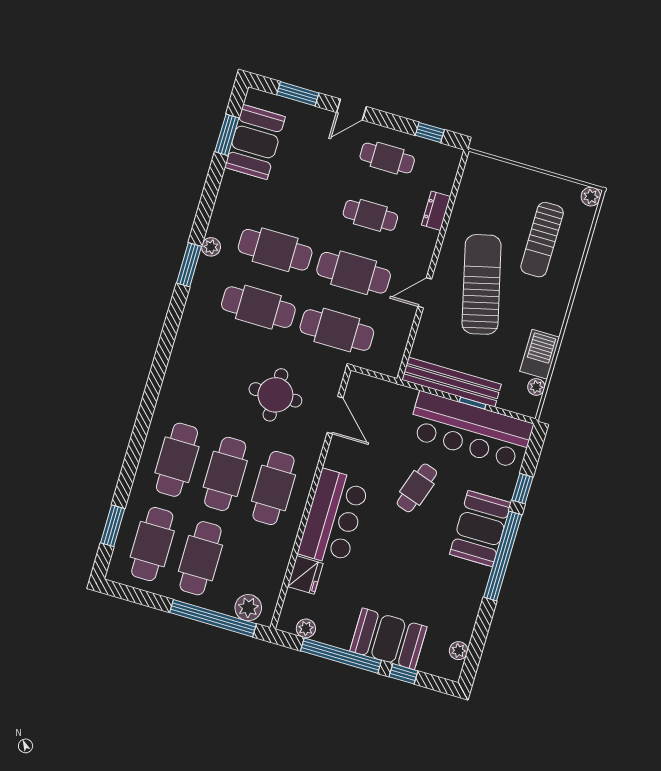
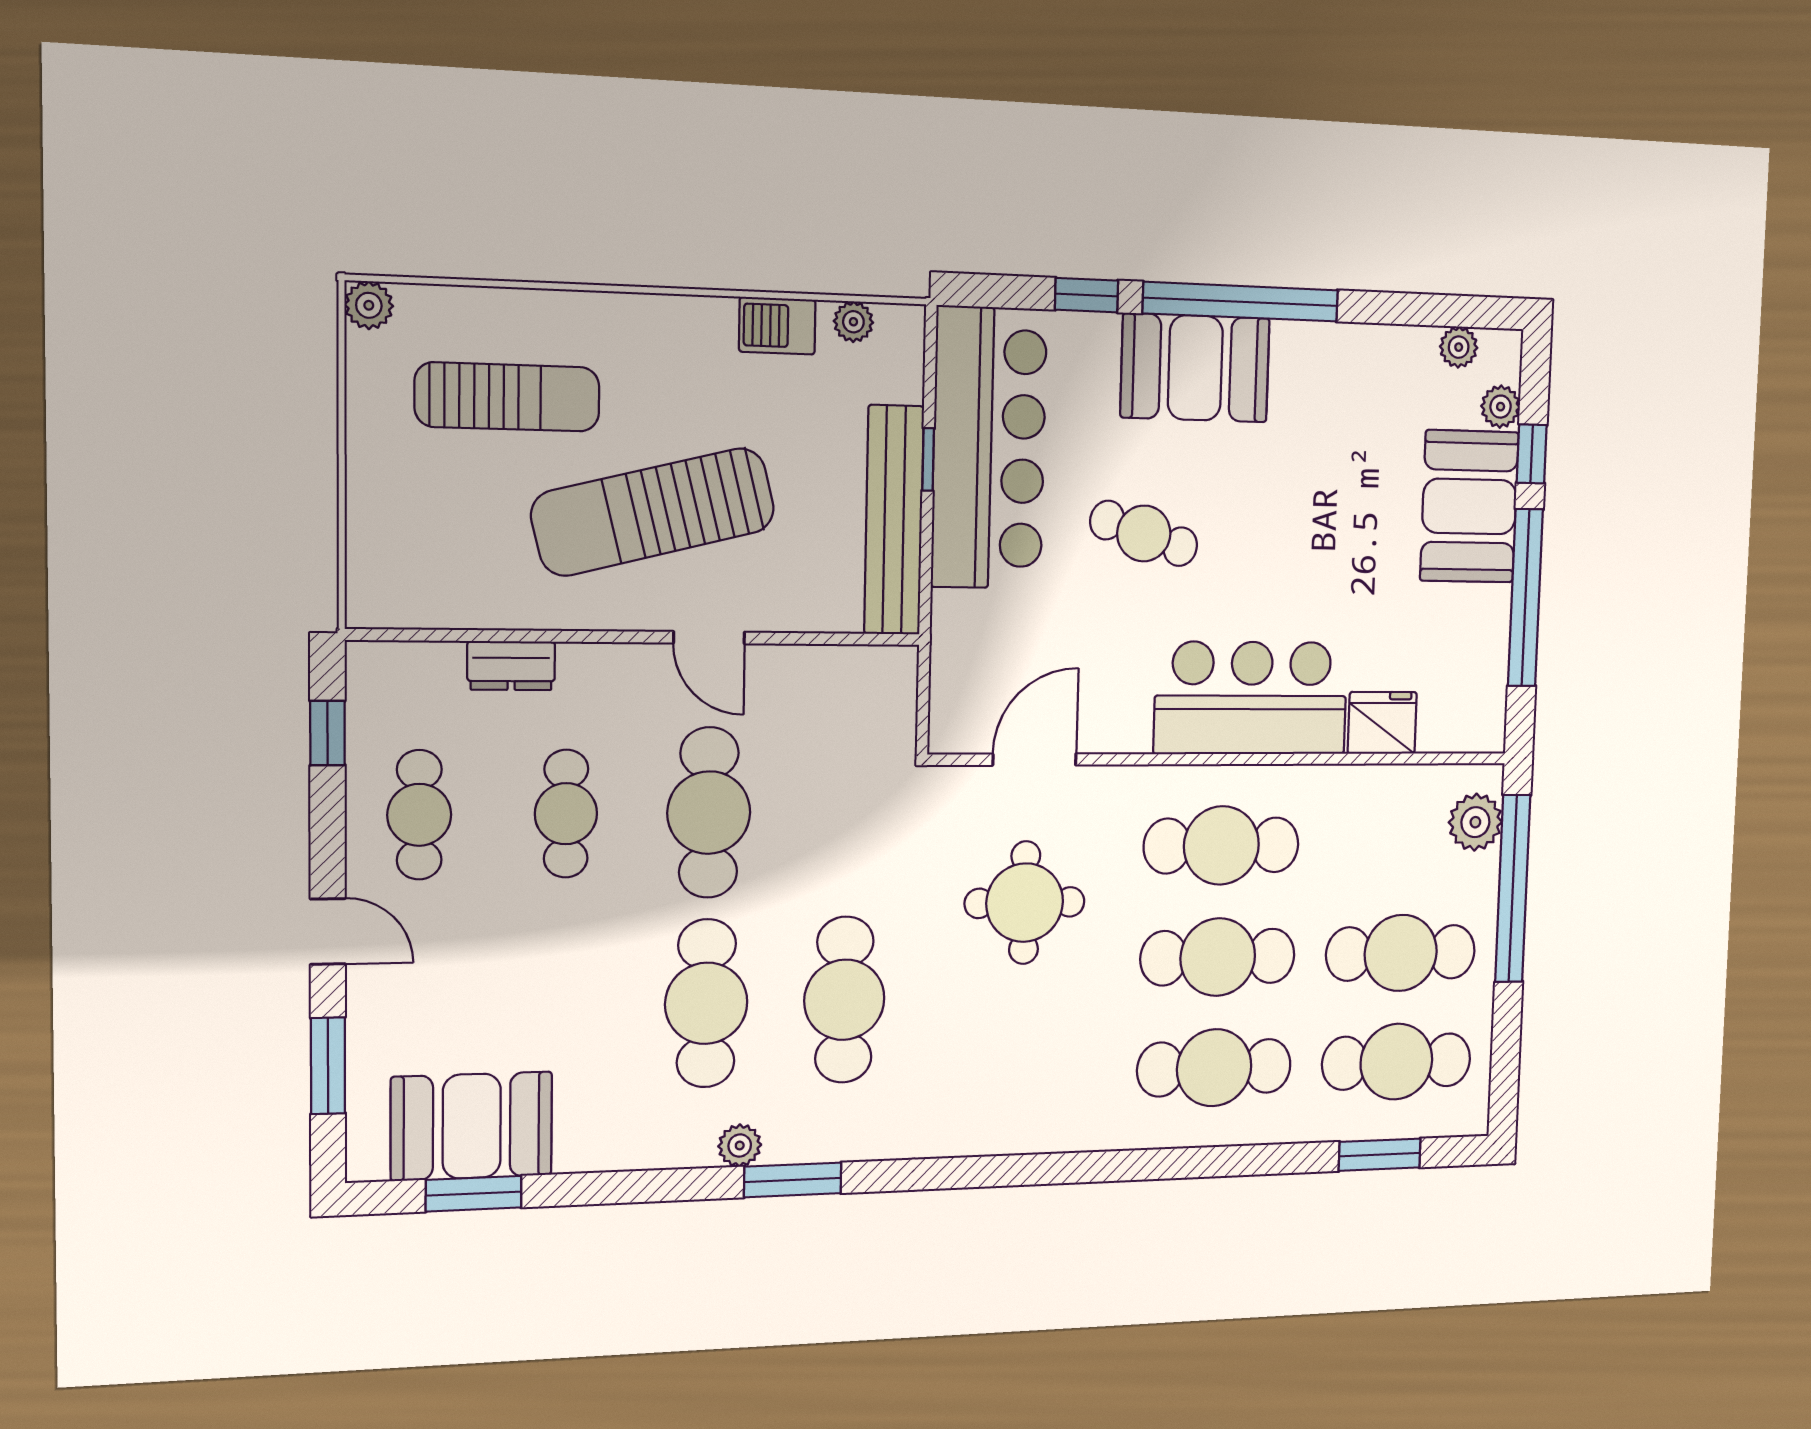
cafe table: (337, 330) -> (848, 812), removed
barbecue: (540, 354) -> (777, 326), width x0.73, depth x0.79
plant: (306, 628) -> (1501, 407), moved

